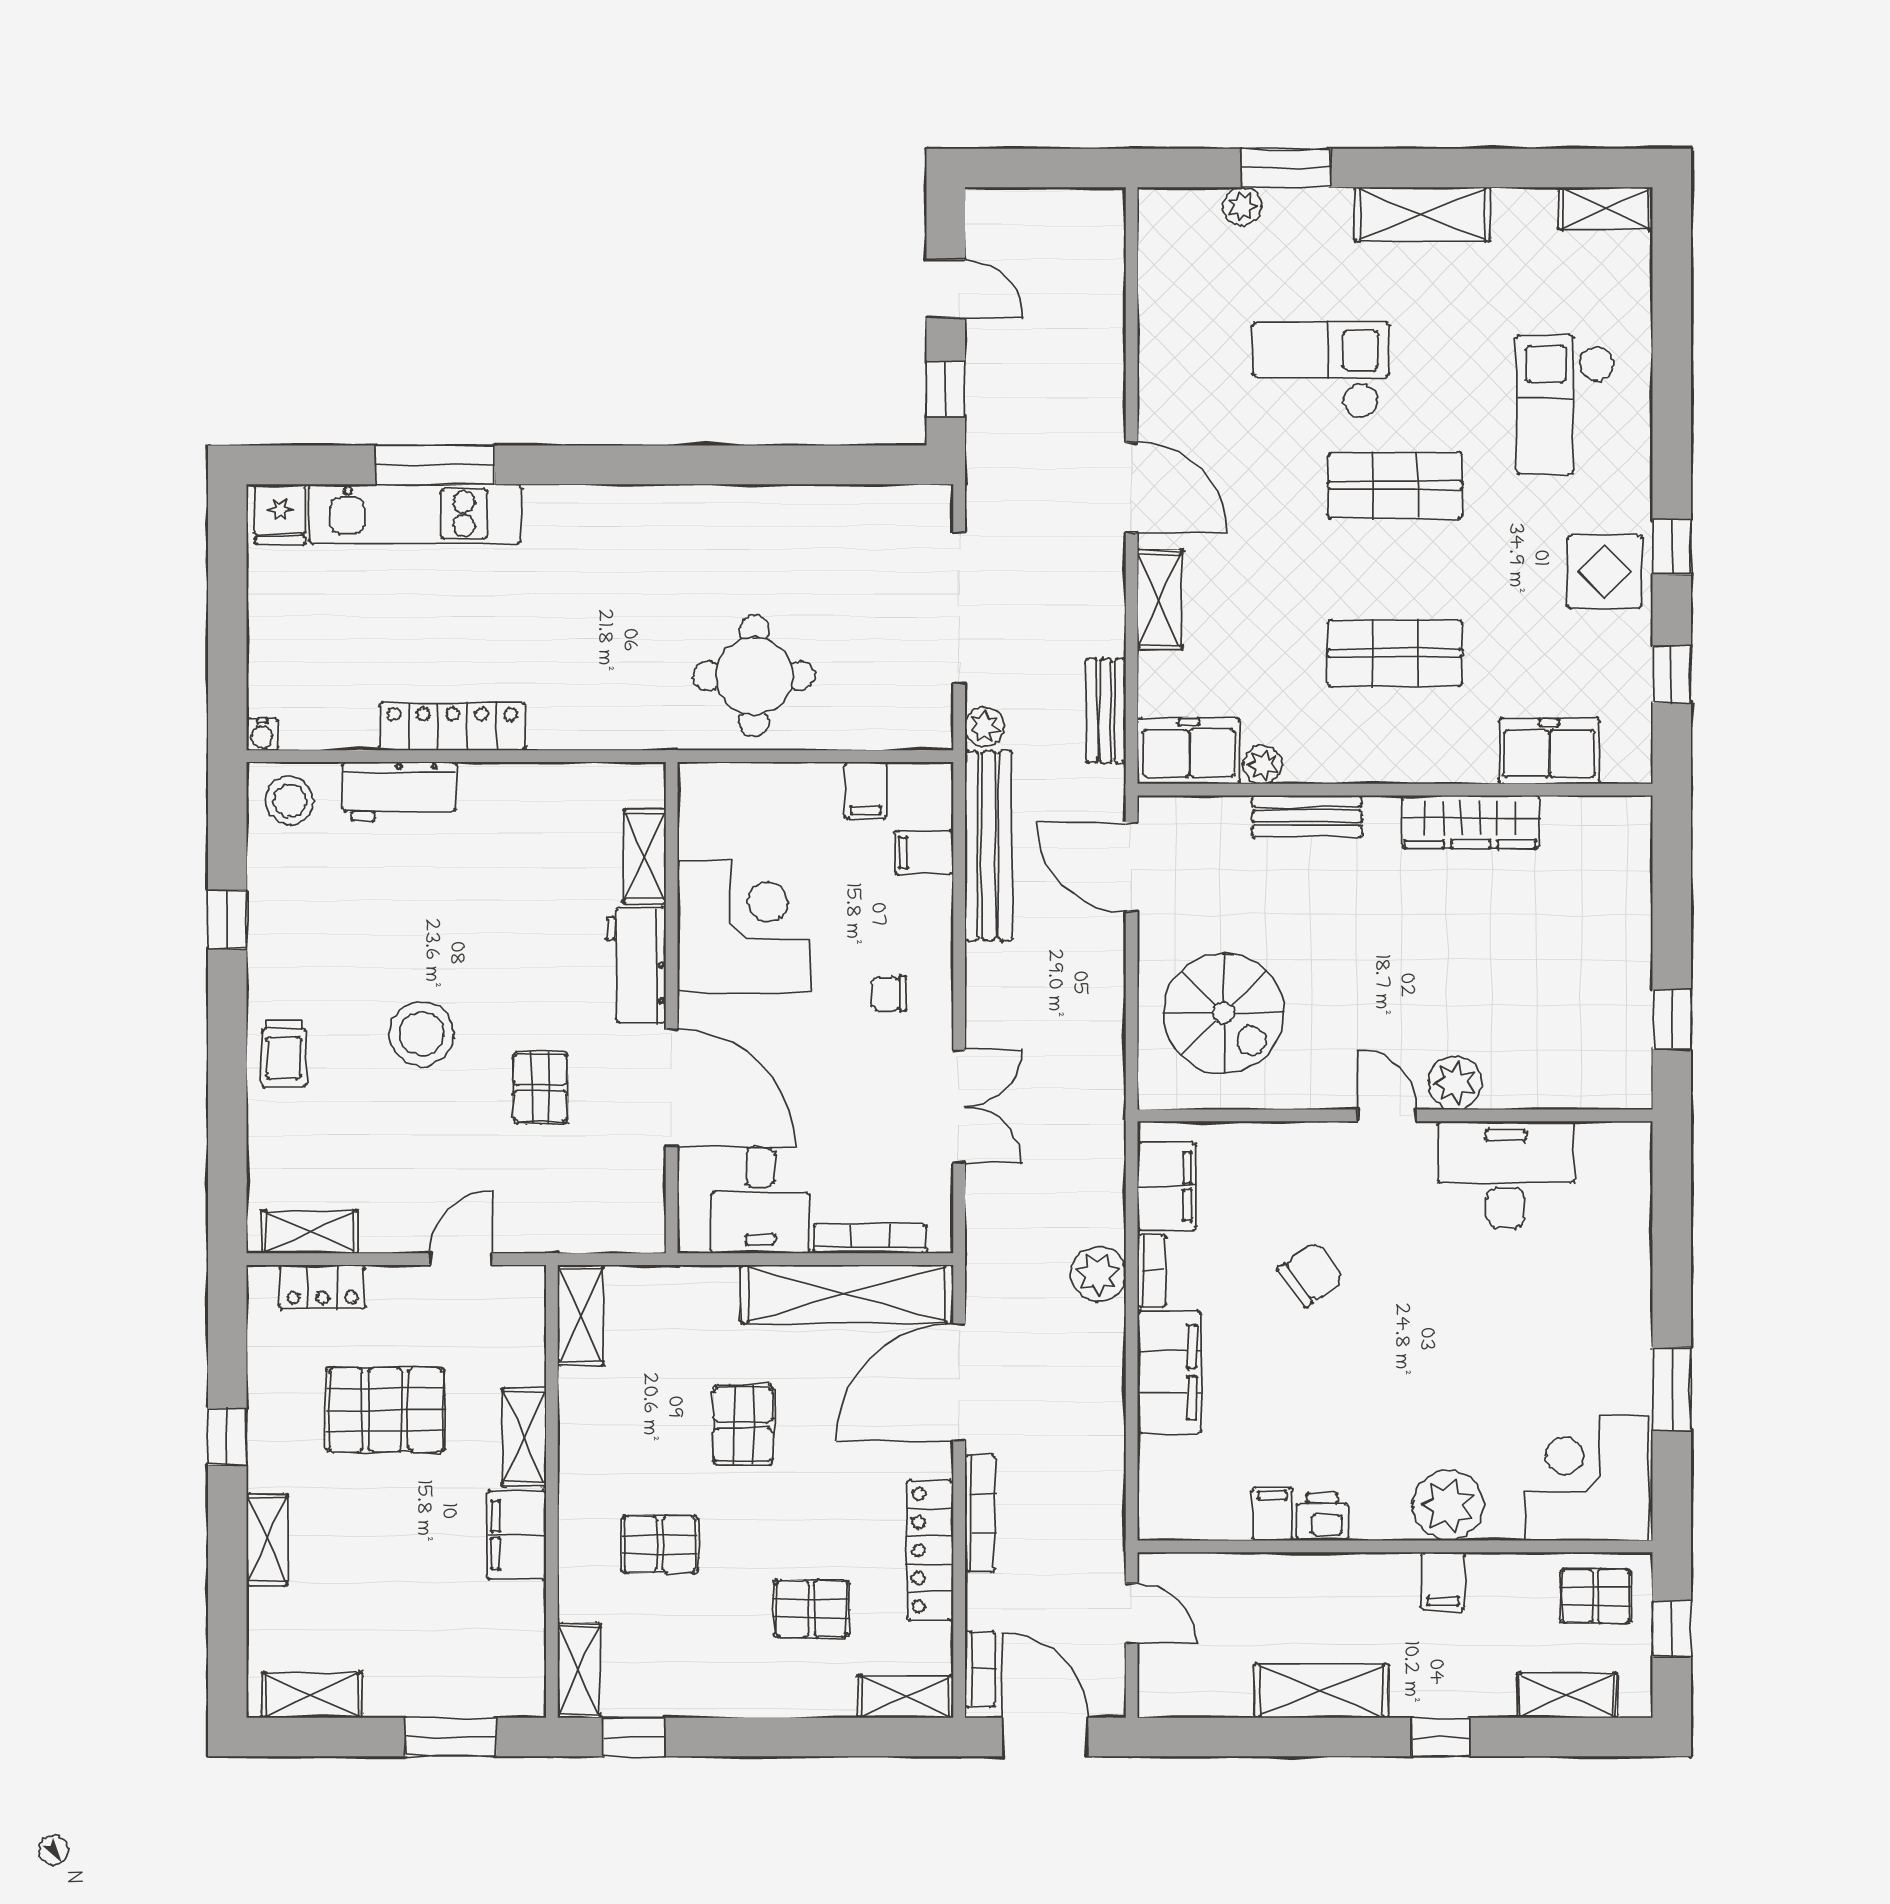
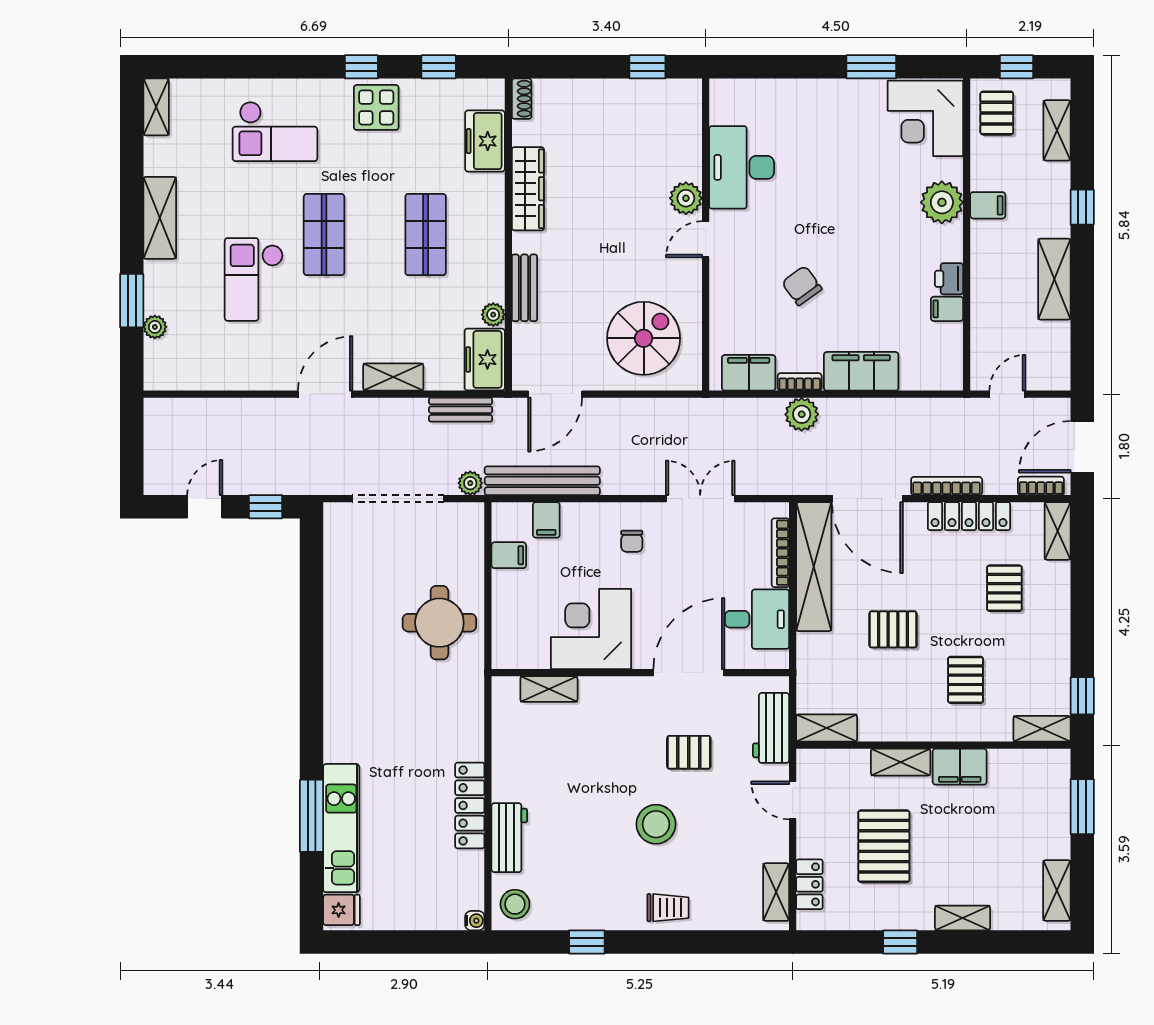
shoe rack: (1619, 812) -> (522, 99), added
workbench: (636, 966) -> (771, 728), moved, turned 90

